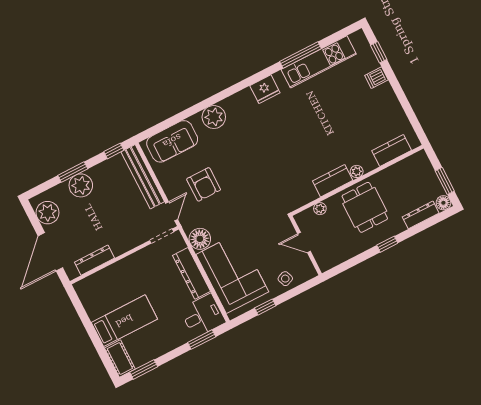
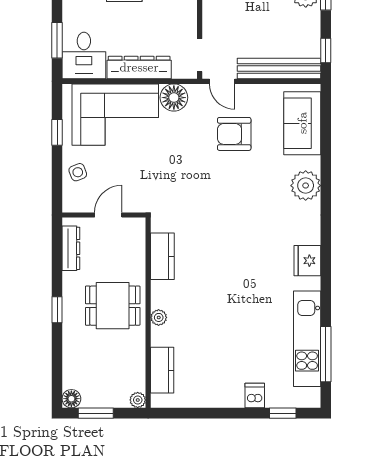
window: (300, 55) -> (326, 354), moved
kitchen counter: (333, 181) -> (162, 256), moved
plant: (320, 209) -> (138, 400), moved
dresser: (421, 215) -> (71, 248), moved

